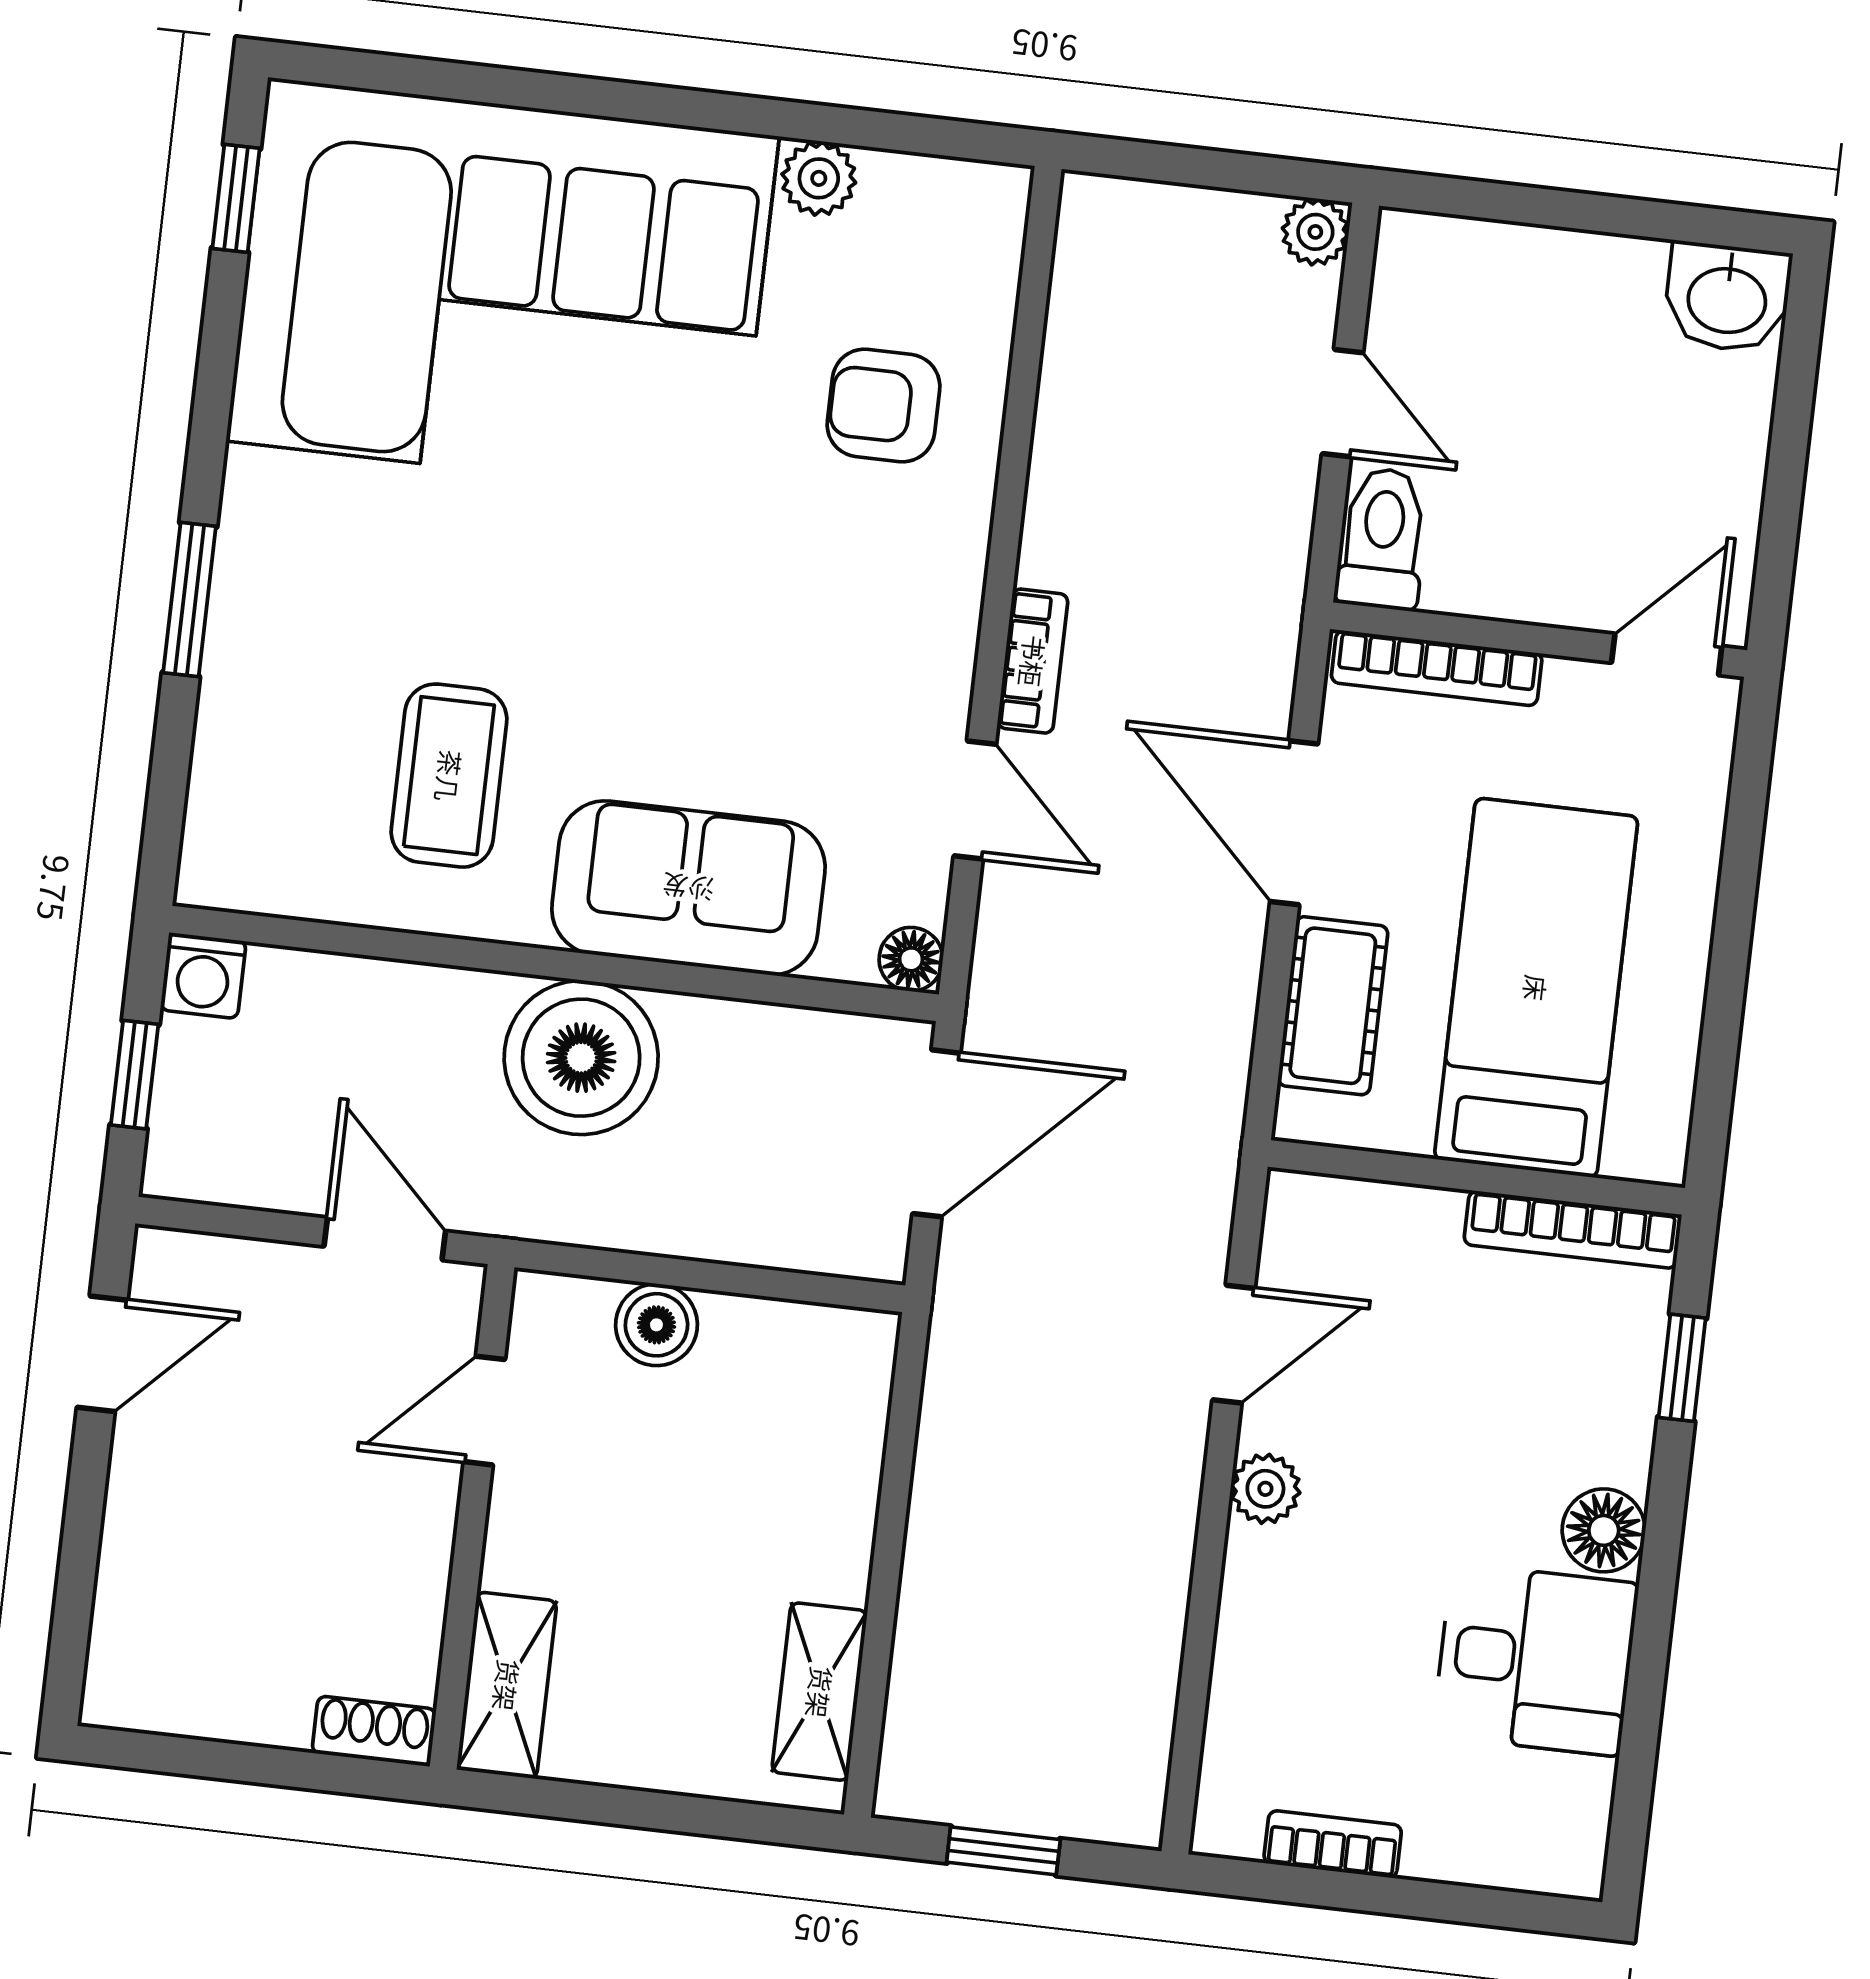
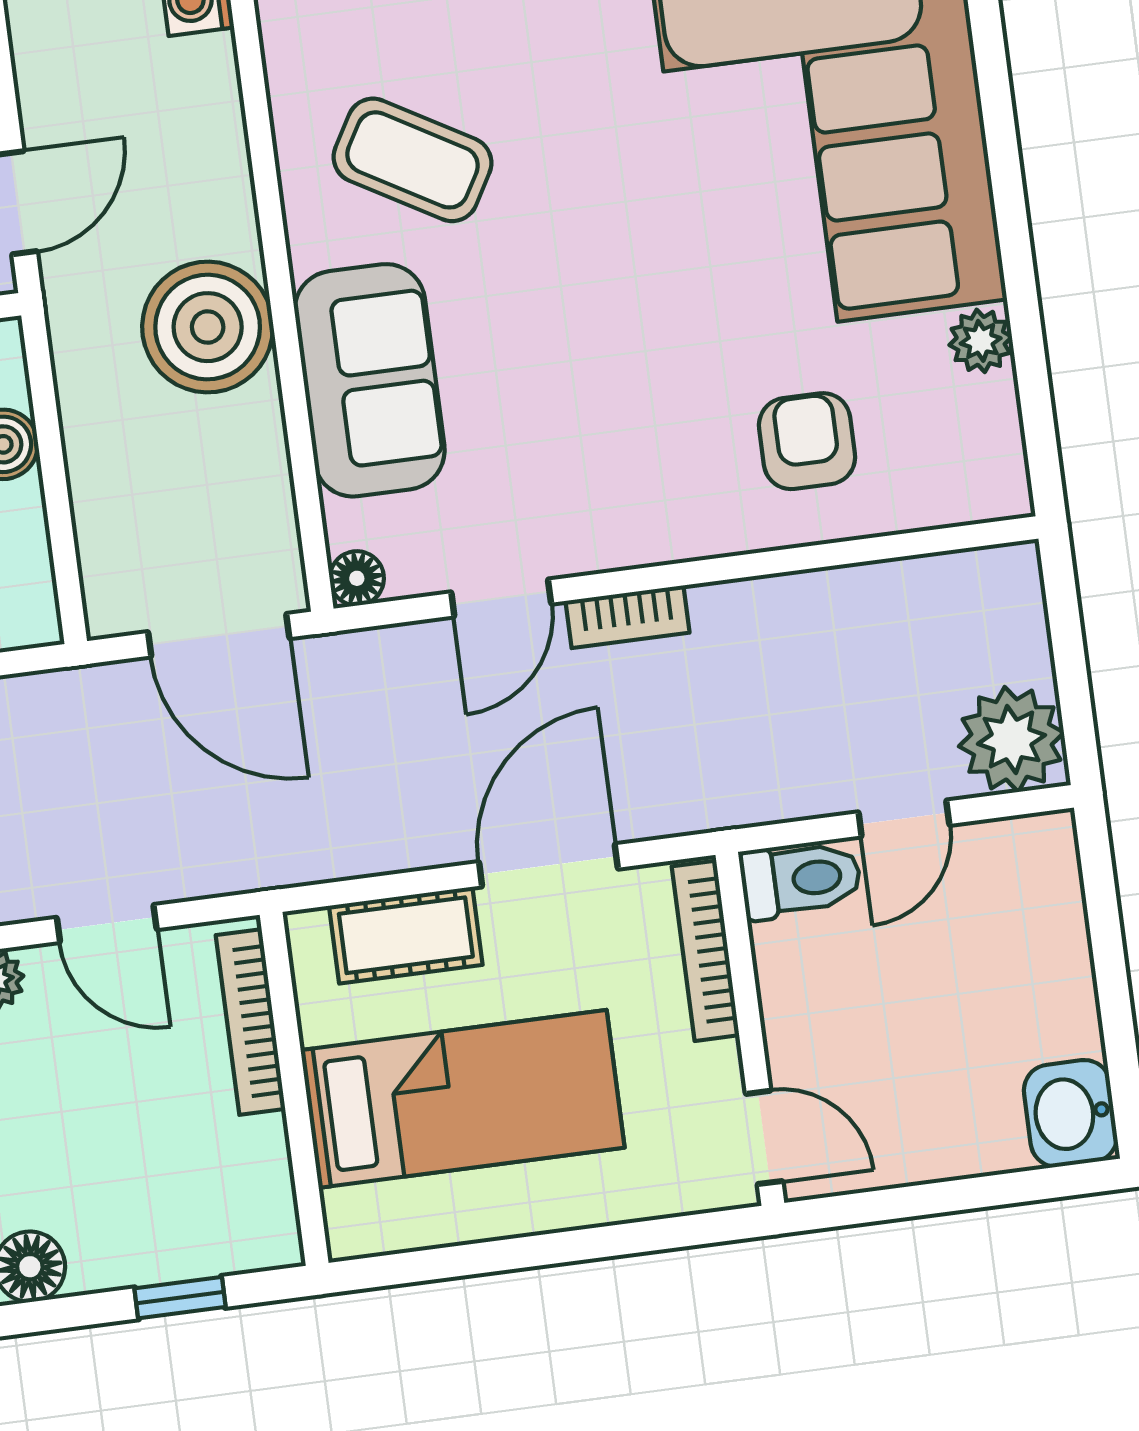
plant: (1315, 232) -> (1011, 739), width x1.87, depth x1.87
coffee table: (449, 776) -> (413, 160), turned 30
bookcase: (1573, 1230) -> (250, 1022), moved

